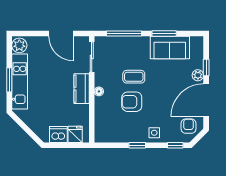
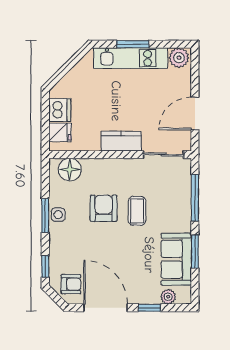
plant: (198, 75) -> (168, 297), moved
floor lamp: (99, 91) -> (70, 170), moved, width x1.89, depth x1.89
side table: (154, 133) -> (58, 215), moved
window: (137, 145) -> (45, 216), width x1.50

